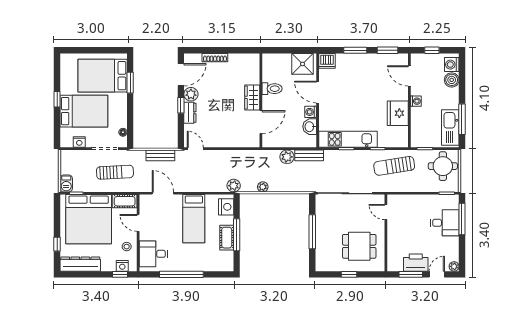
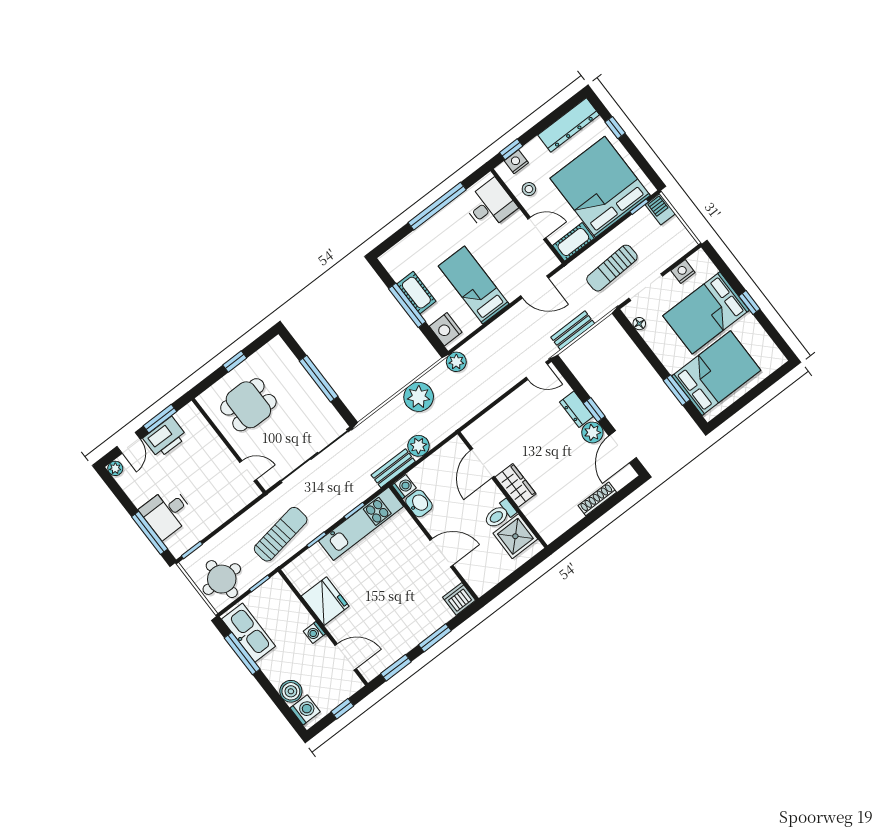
shower: (303, 64) -> (515, 536), moved
washing machine: (311, 112) -> (404, 487), moved
plant: (263, 187) -> (419, 397), width x1.87, depth x1.87

